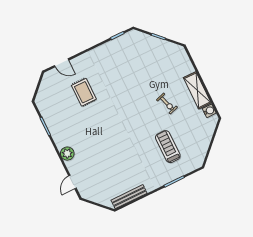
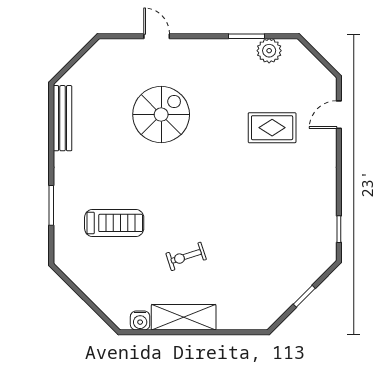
spiral stairs: (104, 150) -> (161, 115), added
plant: (67, 154) -> (269, 51), moved
door: (72, 182) -> (157, 36), moved

